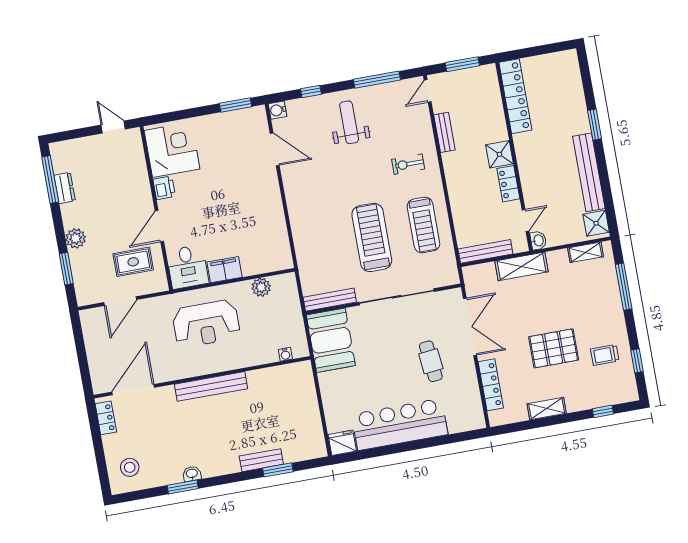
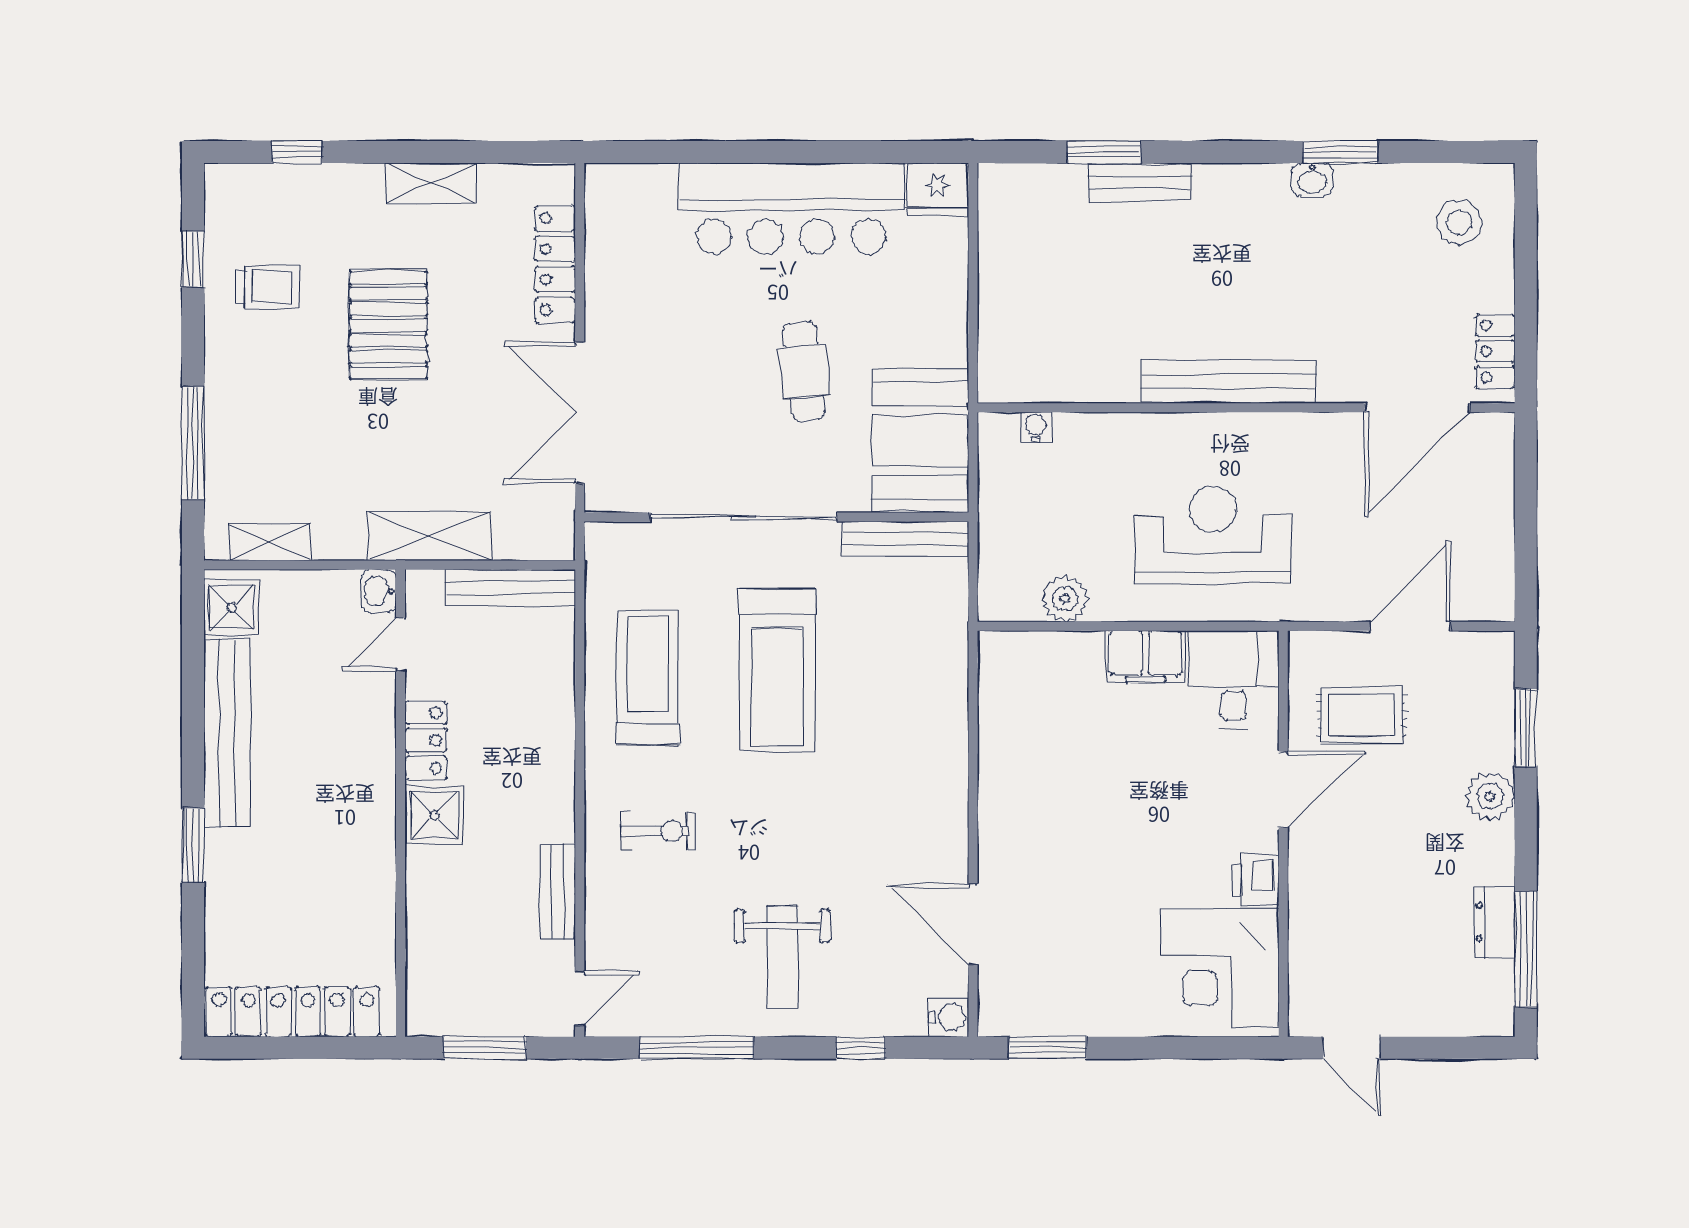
locker: (515, 96) -> (293, 1012), moved, turned 90
pallet: (554, 348) -> (388, 325), turned 90
cafe table: (431, 361) -> (804, 371), moved

